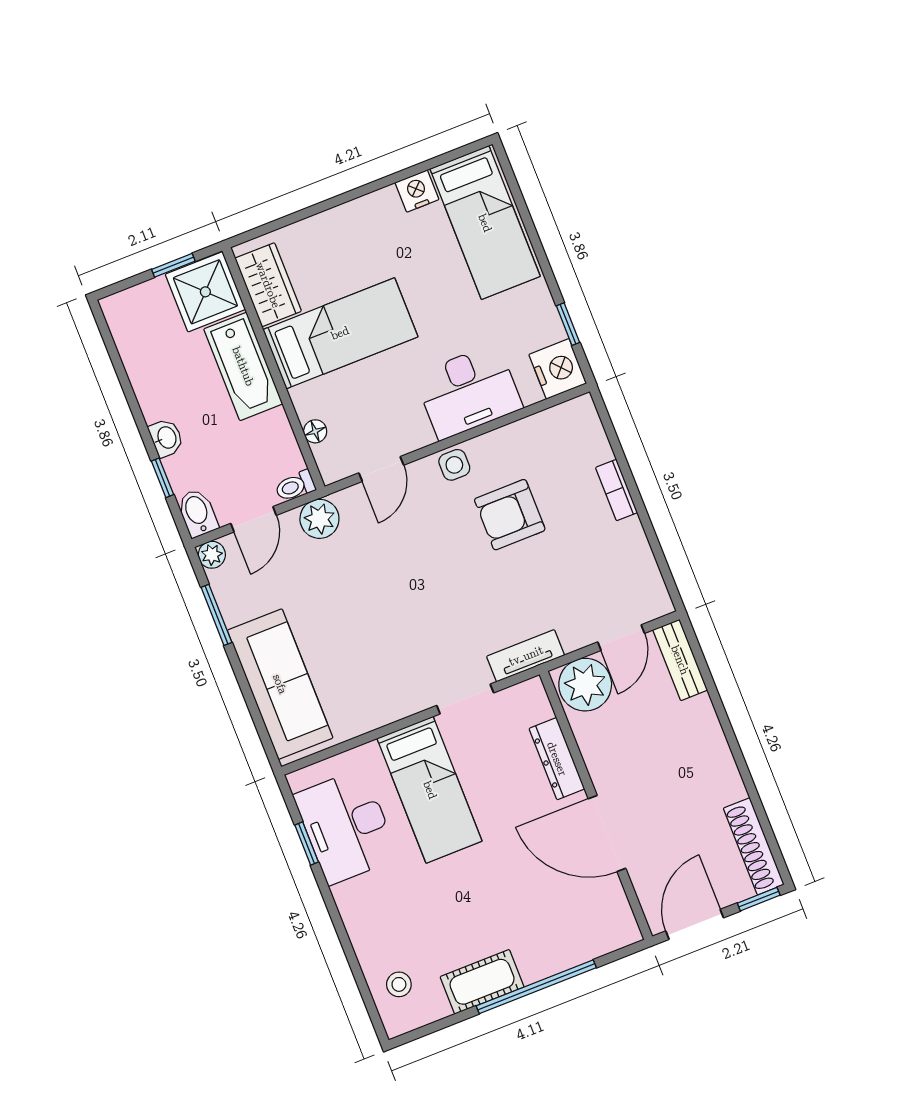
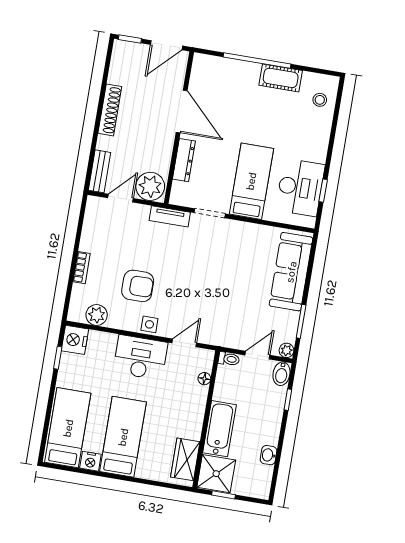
bed: (340, 333) -> (123, 437), moved, turned 90
desk: (468, 391) -> (140, 357), moved
washbasin: (166, 438) -> (269, 455), moved
plant: (319, 519) -> (97, 315), moved
shoe rack: (754, 846) -> (110, 110), moved

